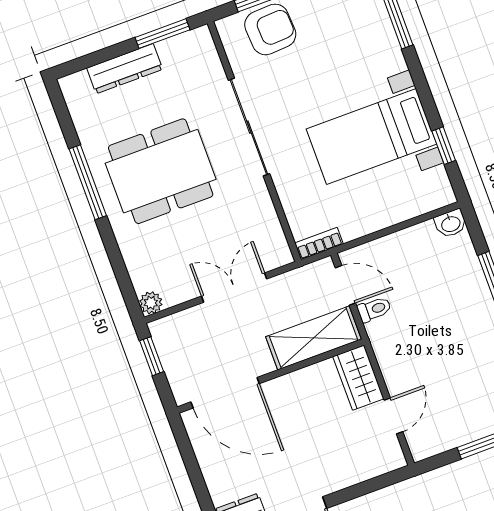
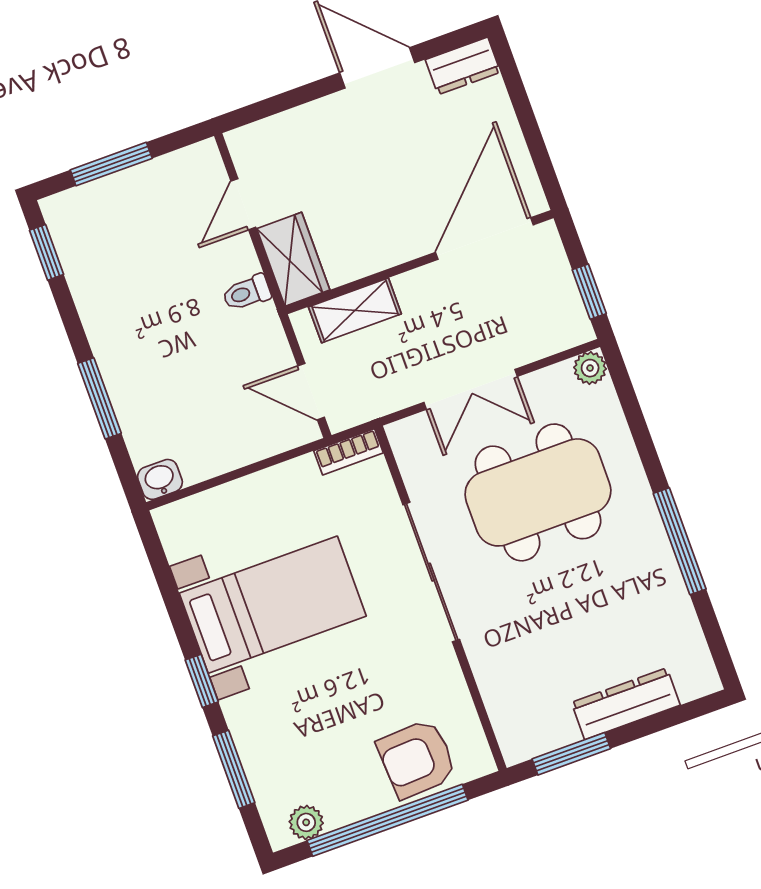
sliding door: (249, 127) -> (431, 572), moved
window: (444, 146) -> (202, 681), moved
dining table: (161, 171) -> (538, 492), moved
toilet: (374, 309) -> (247, 293), moved
shelving: (314, 338) -> (355, 310), width x0.67, depth x0.75
door: (225, 393) -> (484, 239), hinge flipped

